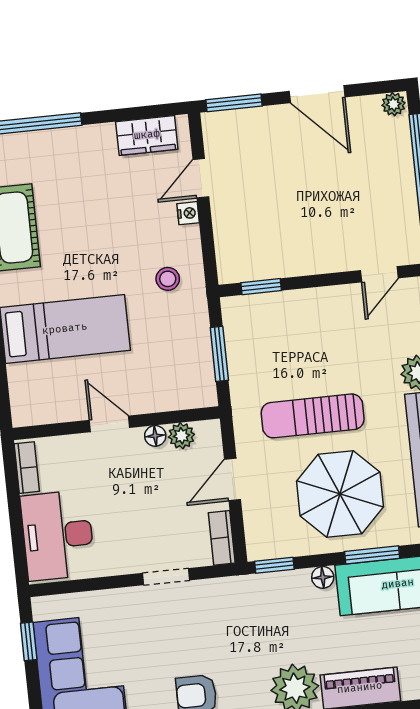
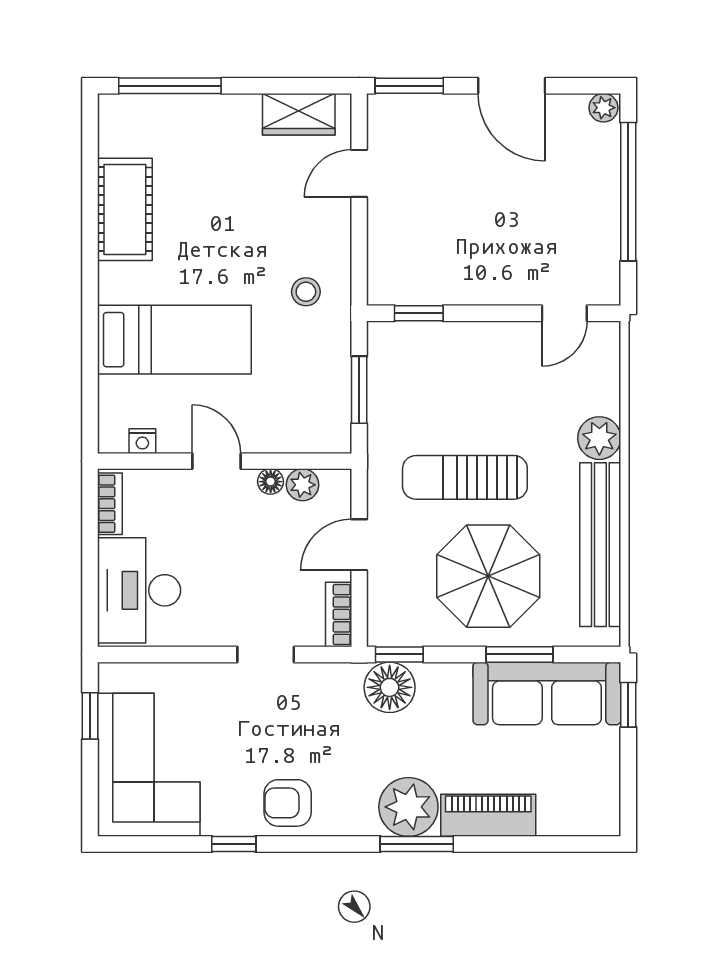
nightstand: (188, 213) -> (142, 441), moved, turned 90
floor lamp: (323, 577) -> (390, 687), moved, width x1.89, depth x1.89

